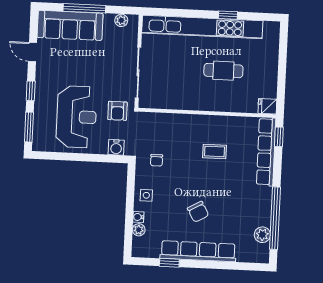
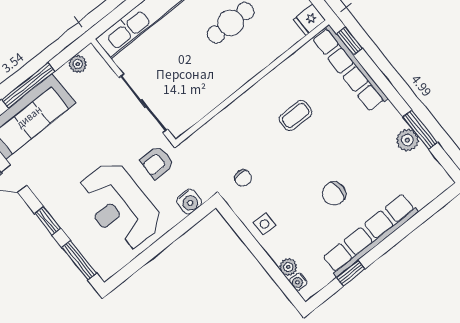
armchair: (117, 111) -> (157, 162), turned 90
reception desk: (76, 117) -> (120, 206), turned 180
chair: (198, 212) -> (334, 194), turned 119
water cooler: (138, 217) -> (298, 282), moved
window: (275, 218) -> (420, 130), width x0.47
plant: (262, 235) -> (407, 140), moved

